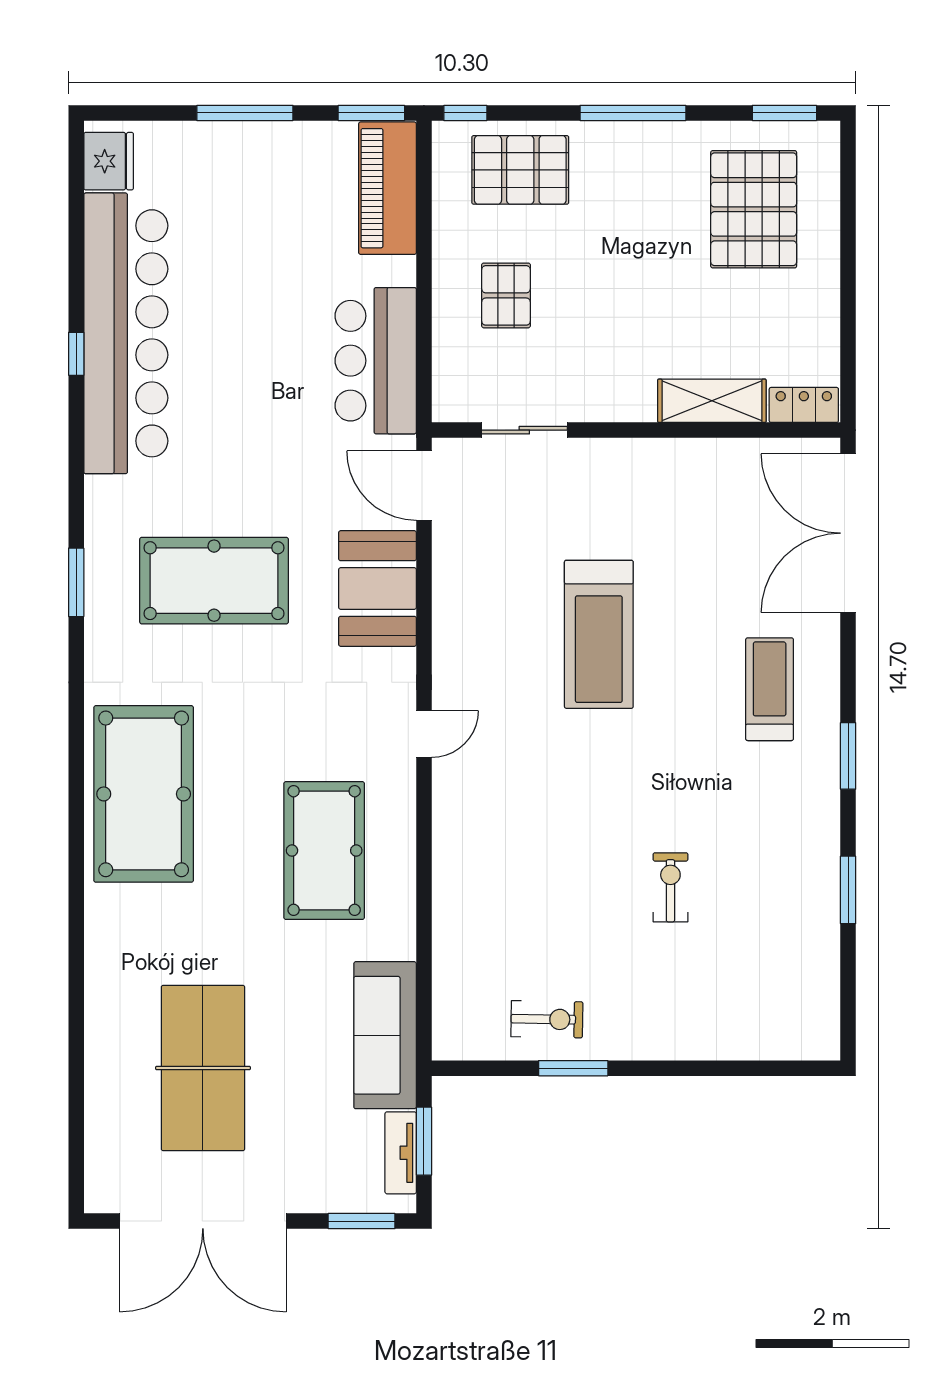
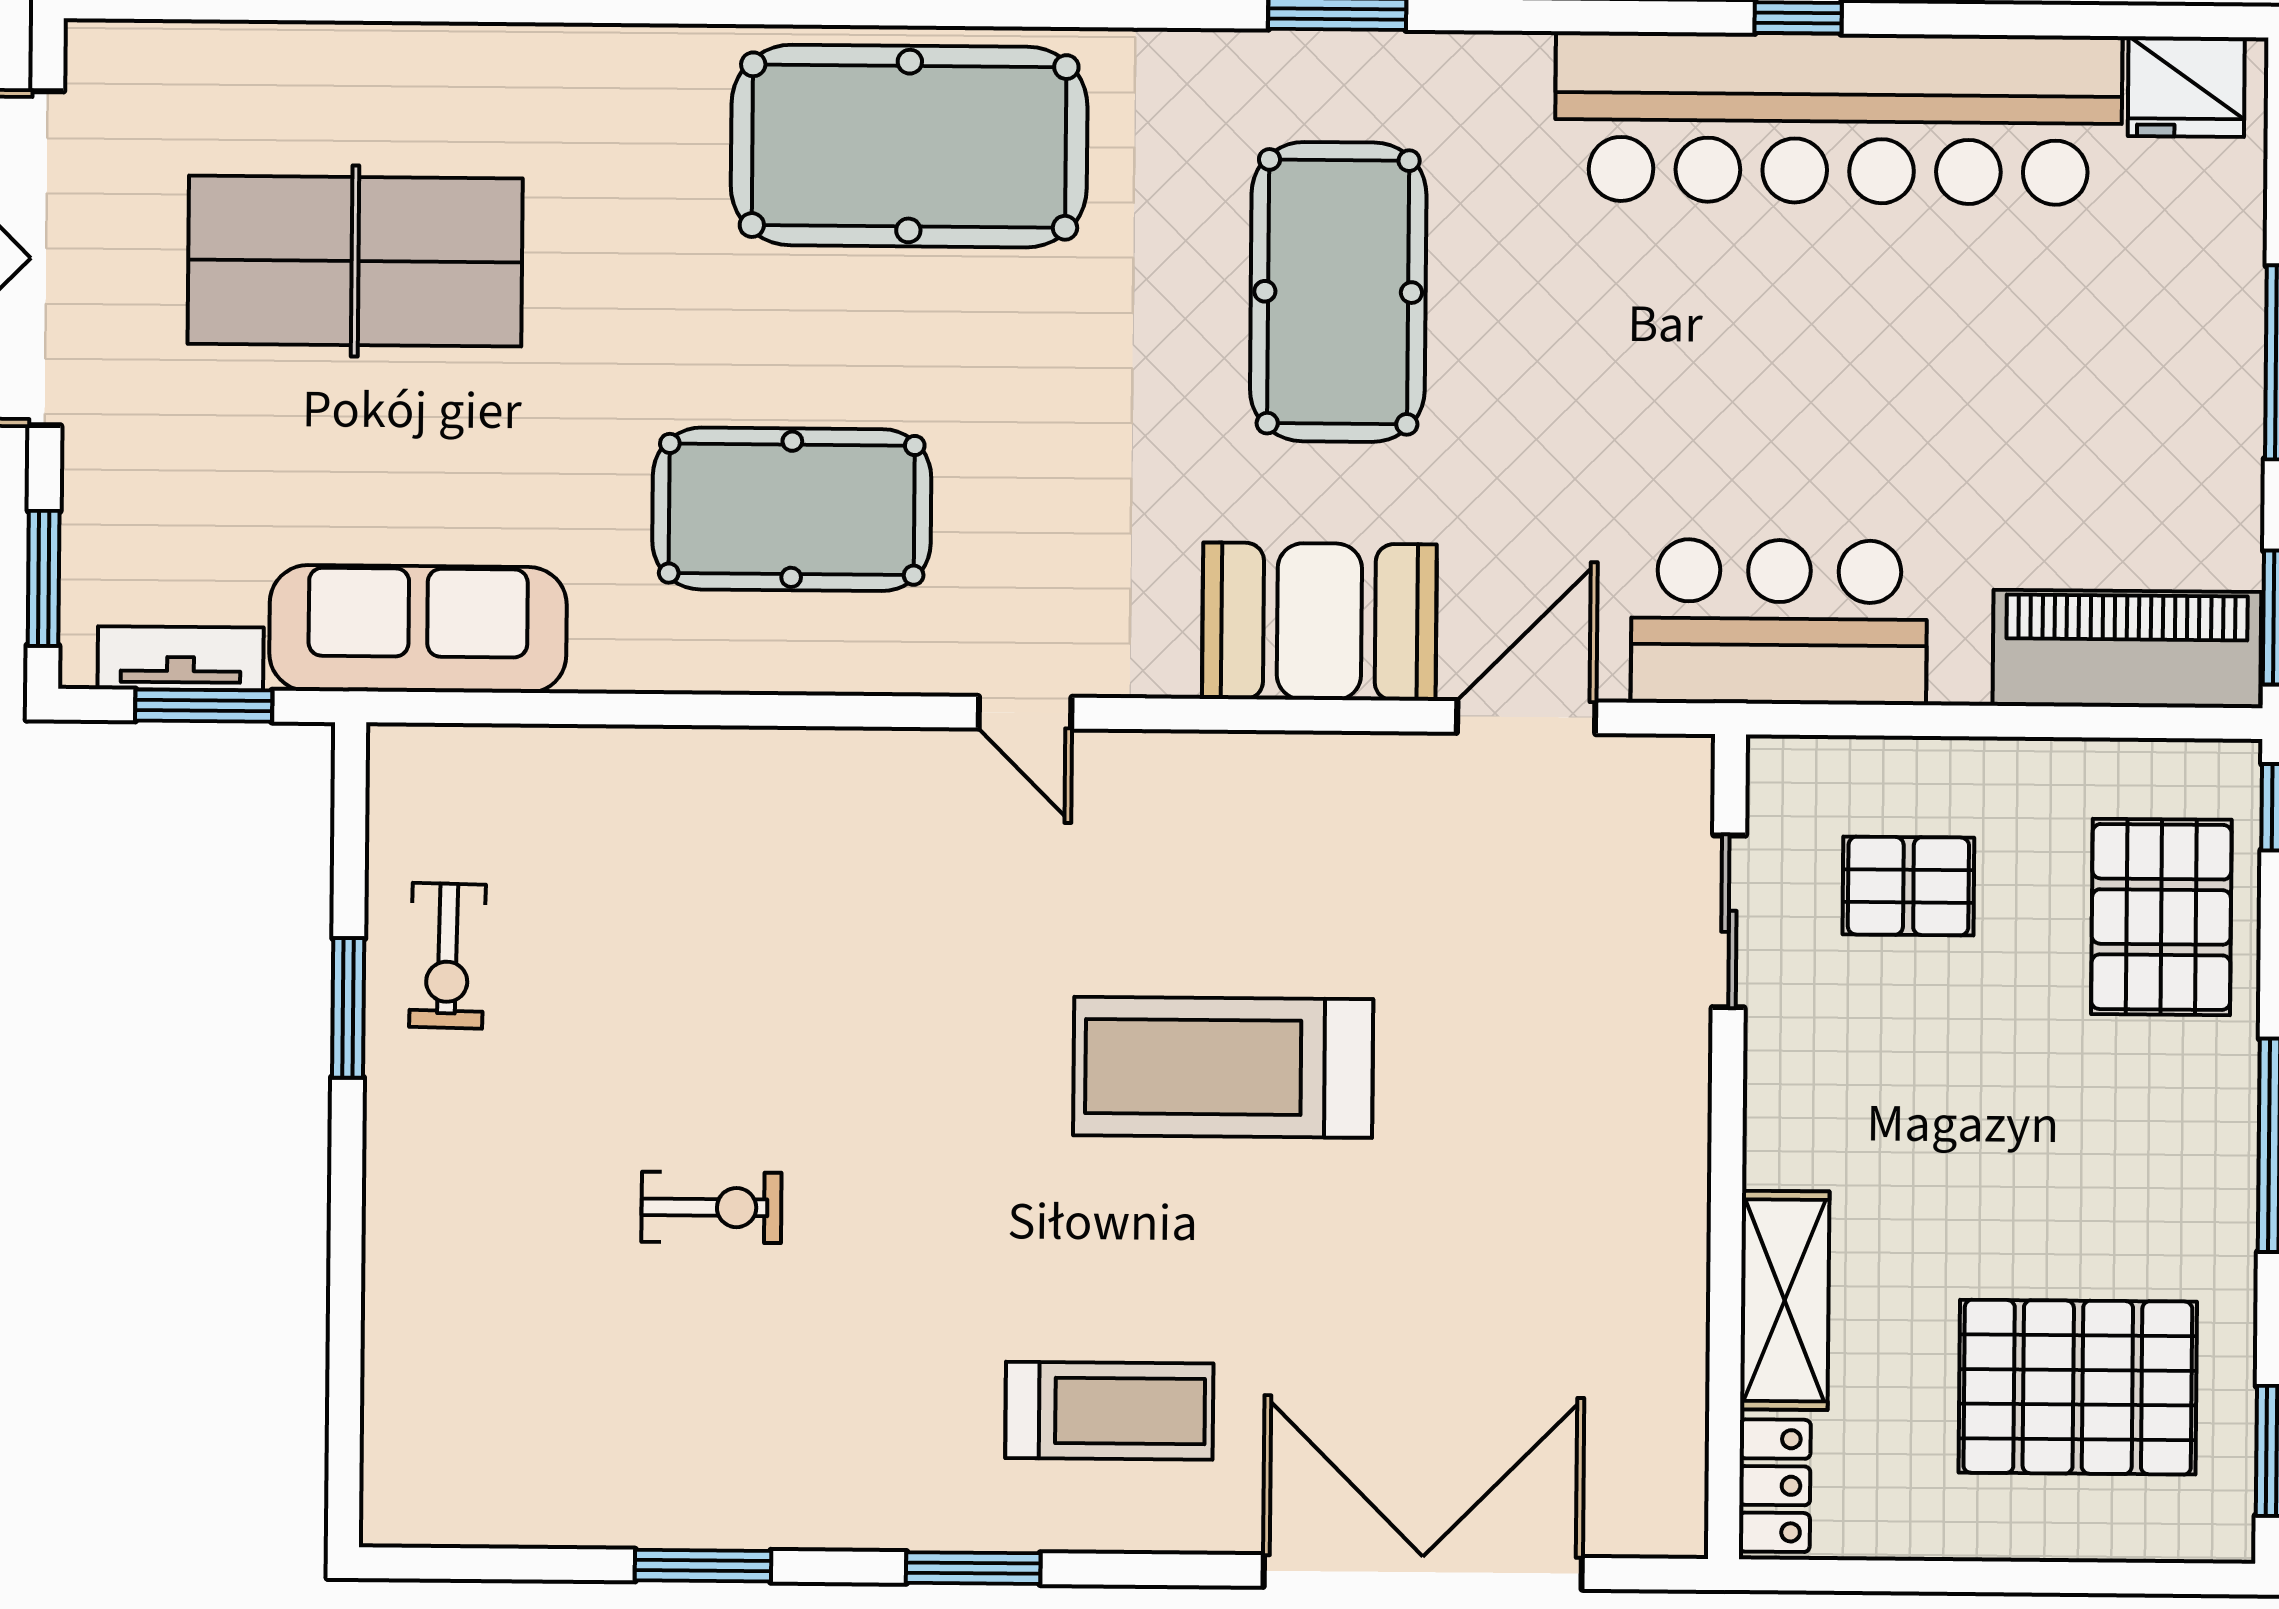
shelving: (712, 401) -> (1785, 1300), moved
locker: (804, 405) -> (1775, 1486), moved
sliding door: (524, 430) -> (1729, 921), moved
wall: (636, 430) -> (1727, 1147), moved

